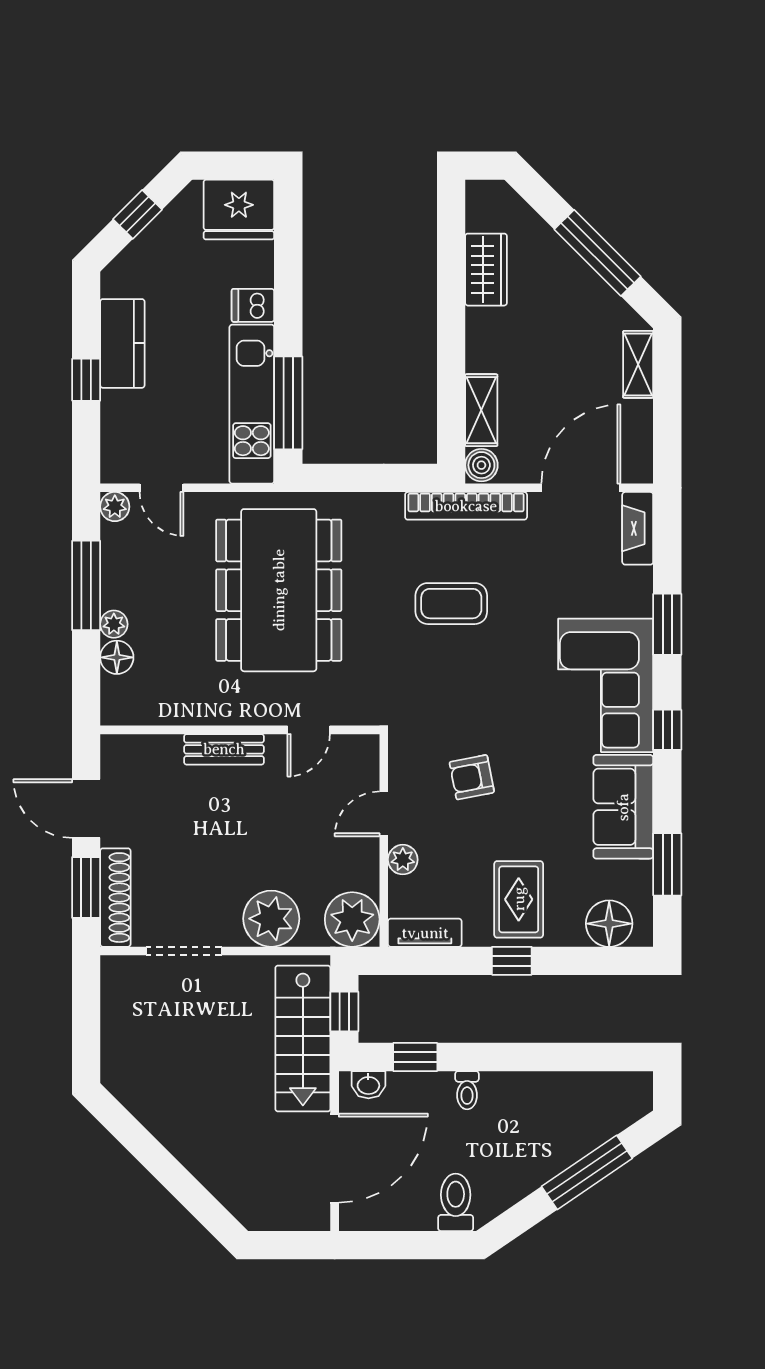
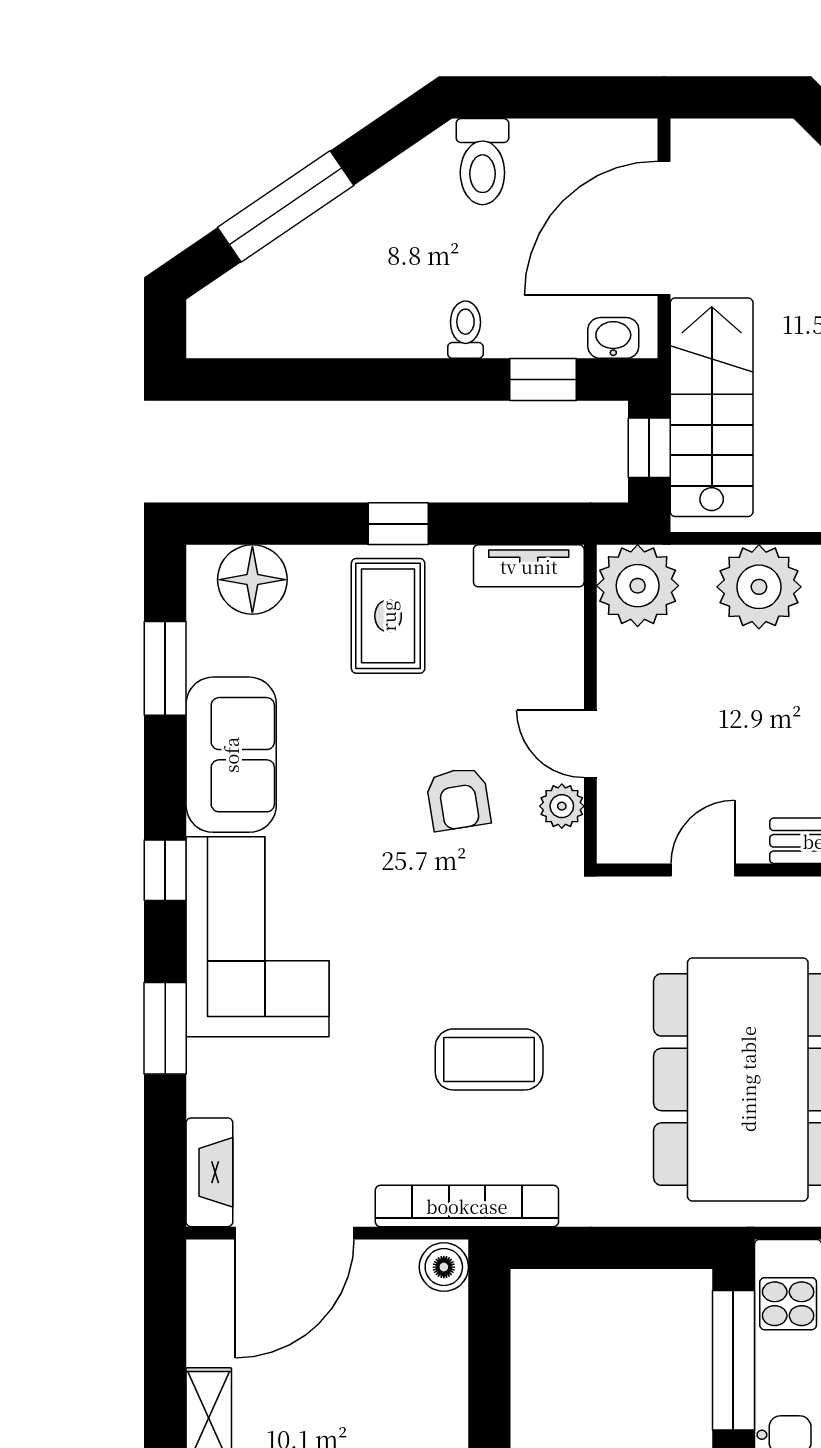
shelving: (481, 410) -> (444, 1349), removed
armchair: (472, 777) -> (458, 799), turned 92
door: (384, 814) -> (590, 744), swing flipped
plant: (403, 860) -> (562, 806), moved

